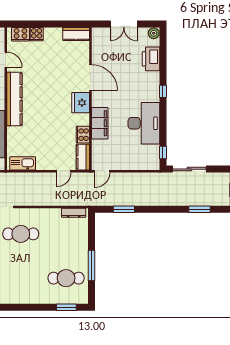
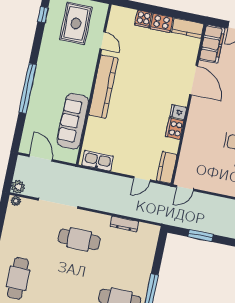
cooker: (20, 34) -> (161, 23), moved
fridge: (81, 103) -> (178, 112), width x0.53, depth x0.75
filing cabinet: (100, 123) -> (212, 44), moved
cooker: (83, 135) -> (175, 129), moved
dresser: (74, 213) -> (124, 224), moved

